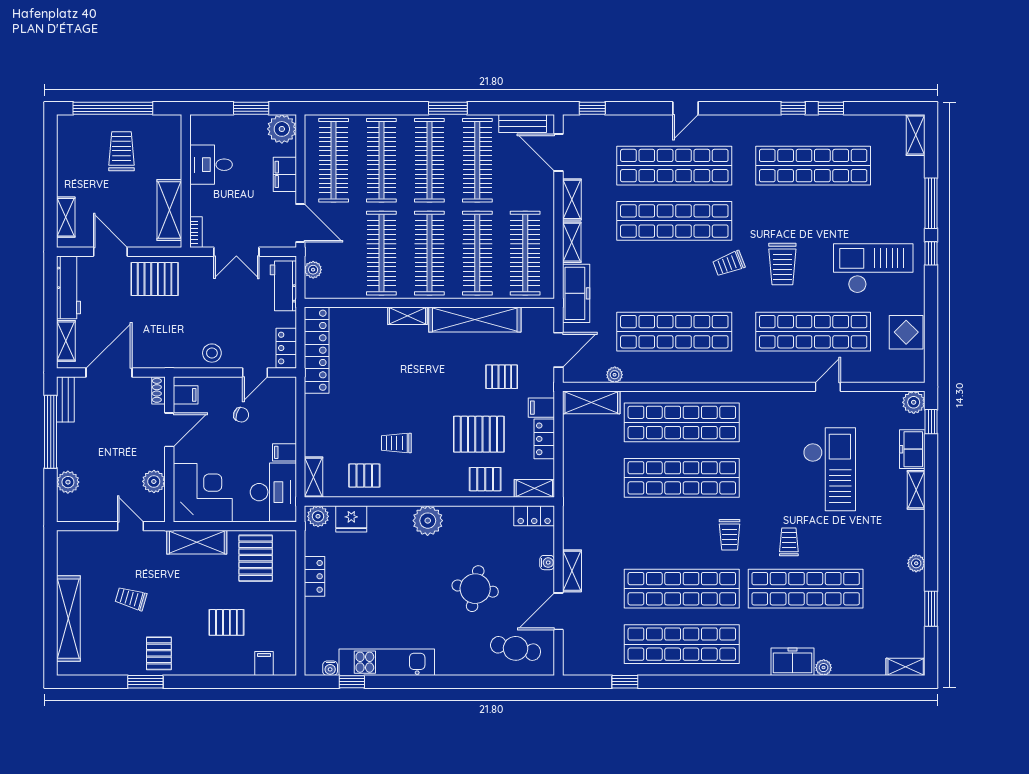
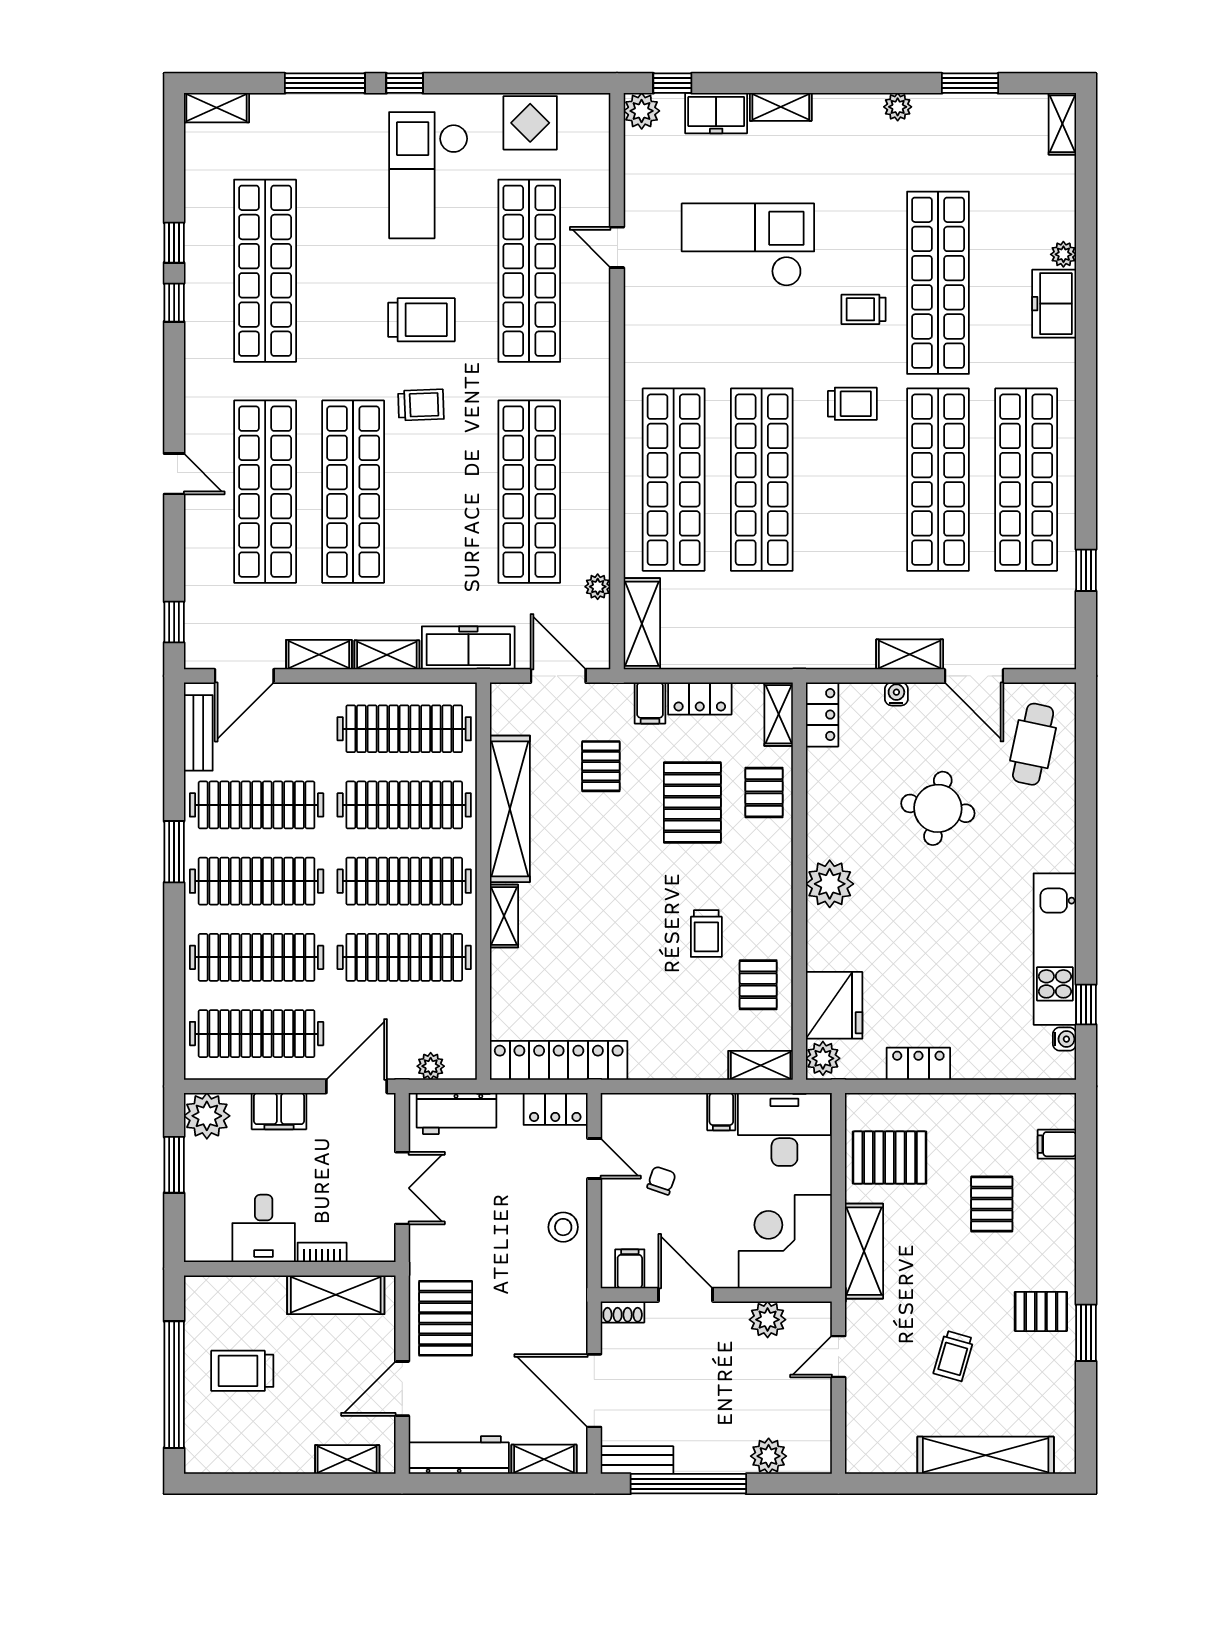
bookcase: (196, 232) -> (322, 1252), moved
trolley: (729, 264) -> (421, 405), turned -71
fridge: (351, 519) -> (834, 1005), width x1.36, depth x1.34

